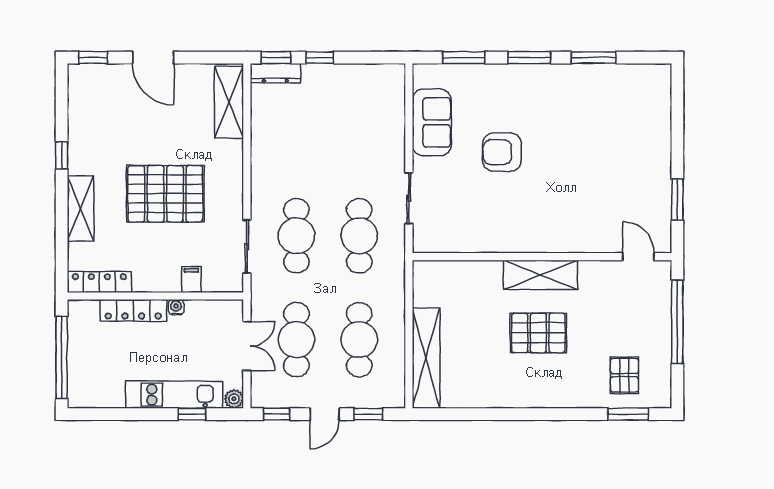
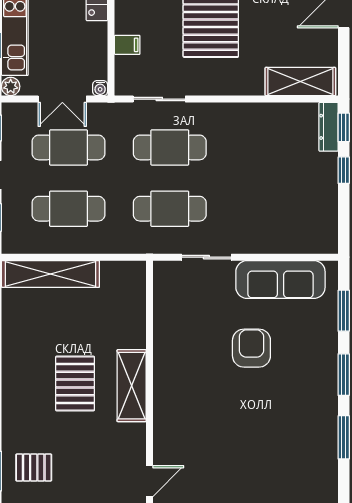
sofa: (432, 122) -> (280, 279), width x1.36
water cooler: (176, 307) -> (100, 88), moved, turned 90

